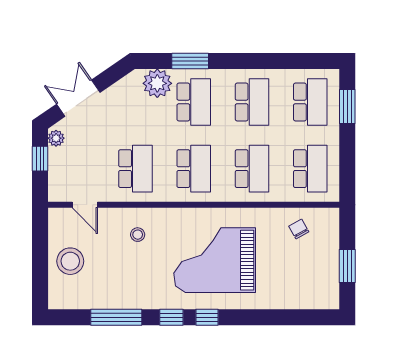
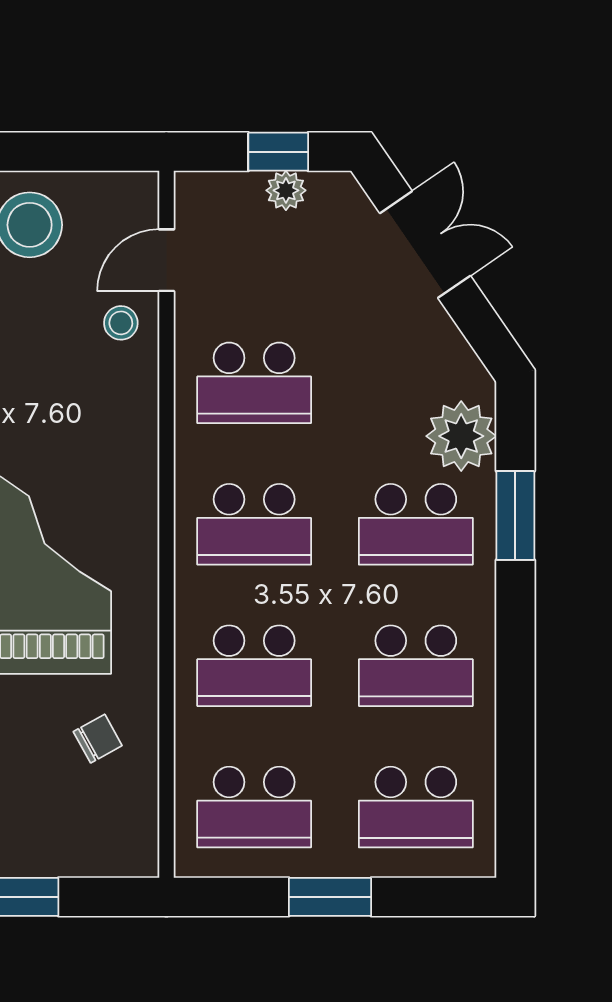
window: (347, 106) -> (330, 897), moved
plant: (56, 138) -> (286, 190), moved
chair: (299, 229) -> (98, 739), moved
stool: (138, 235) -> (121, 323), moved

